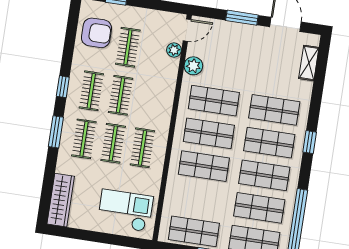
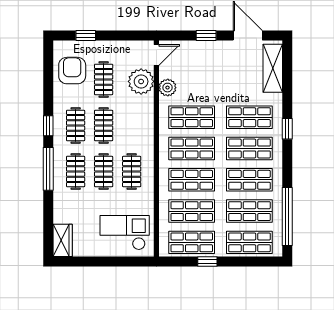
window: (242, 18) -> (206, 36), width x0.67
armchair: (96, 33) -> (72, 71), turned -90
plant: (174, 50) -> (141, 81), width x1.88, depth x1.88
shelving: (309, 63) -> (273, 68), width x1.50, depth x1.33
window: (56, 132) -> (48, 169), width x1.44
window: (310, 142) -> (287, 129), moved
shop shelf: (199, 199) -> (192, 211), added
wardrobe: (61, 200) -> (63, 240), width x0.67

